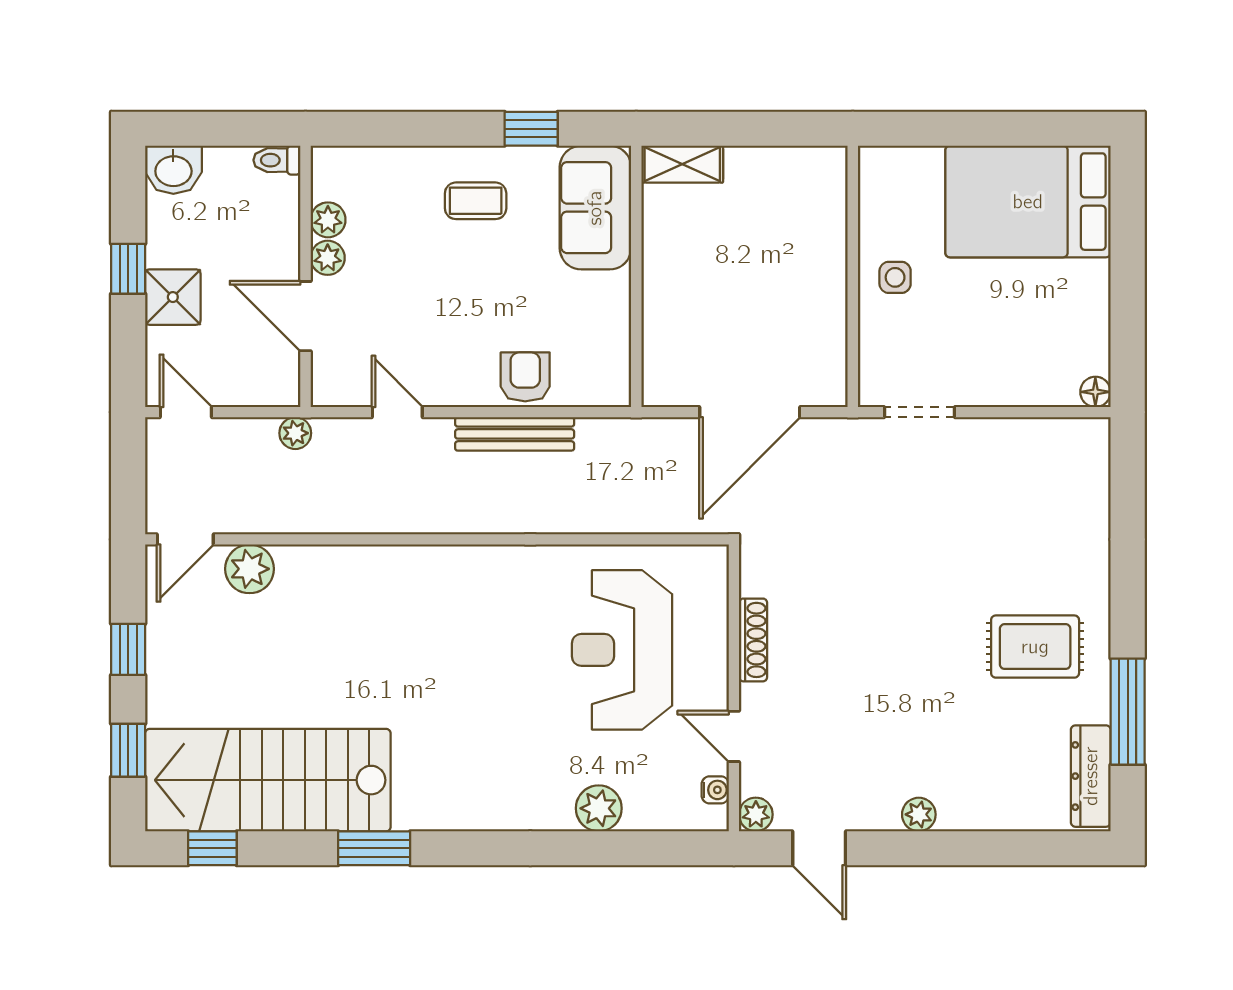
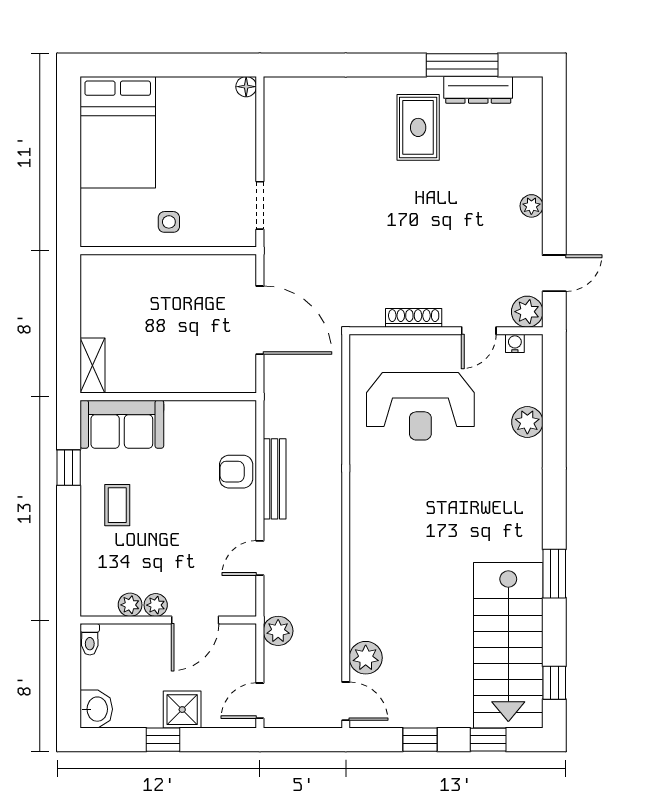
plant: (295, 433) -> (278, 631), width x1.38, depth x1.38
dresser: (1091, 776) -> (478, 90), moved
plant: (756, 814) -> (527, 312), width x1.38, depth x1.38

